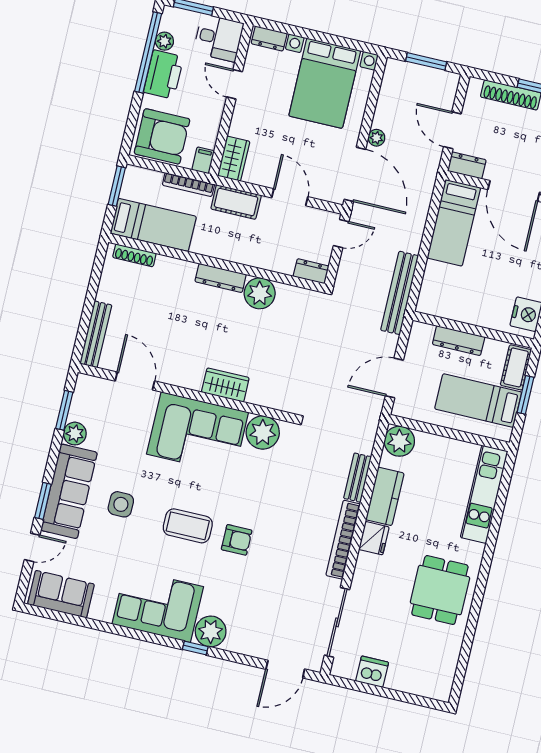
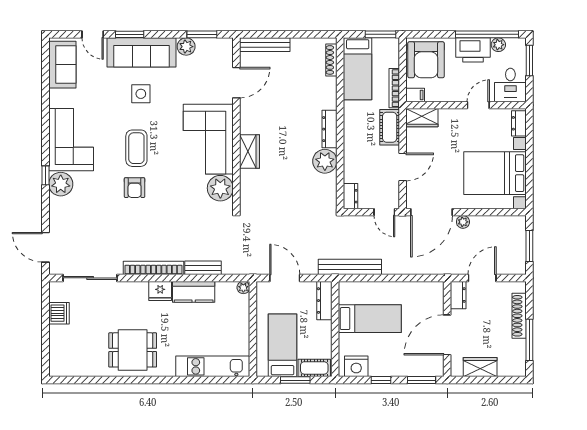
bed: (454, 223) -> (370, 319), moved, turned 180
dresser: (459, 341) -> (324, 301), moved
plant: (399, 441) -> (243, 288), width x0.53, depth x0.53

